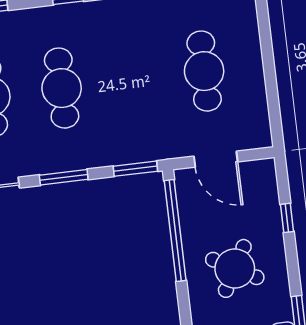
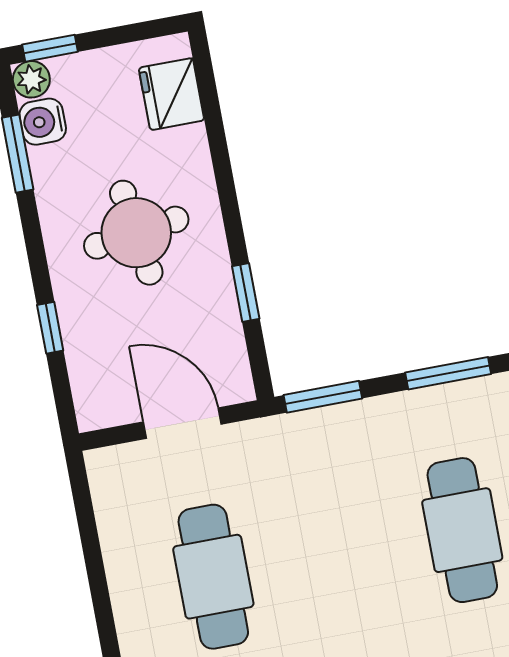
window: (175, 231) -> (246, 293), width x0.32
round table: (235, 268) -> (136, 233), turned -37

